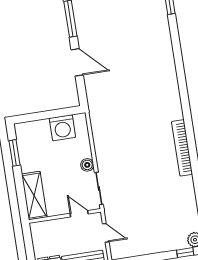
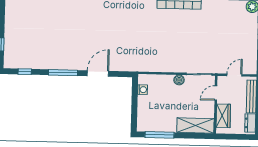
washing machine: (62, 128) -> (142, 90), width x0.53, depth x0.53
window: (14, 153) -> (159, 135), width x1.44
wardrobe: (53, 228) -> (223, 116), added

